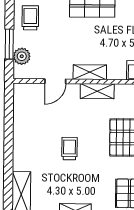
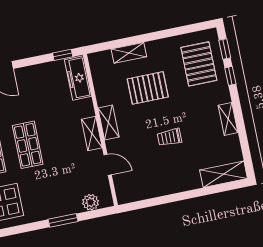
trolley: (30, 18) -> (52, 202), removed
window: (9, 44) -> (63, 220), moved

